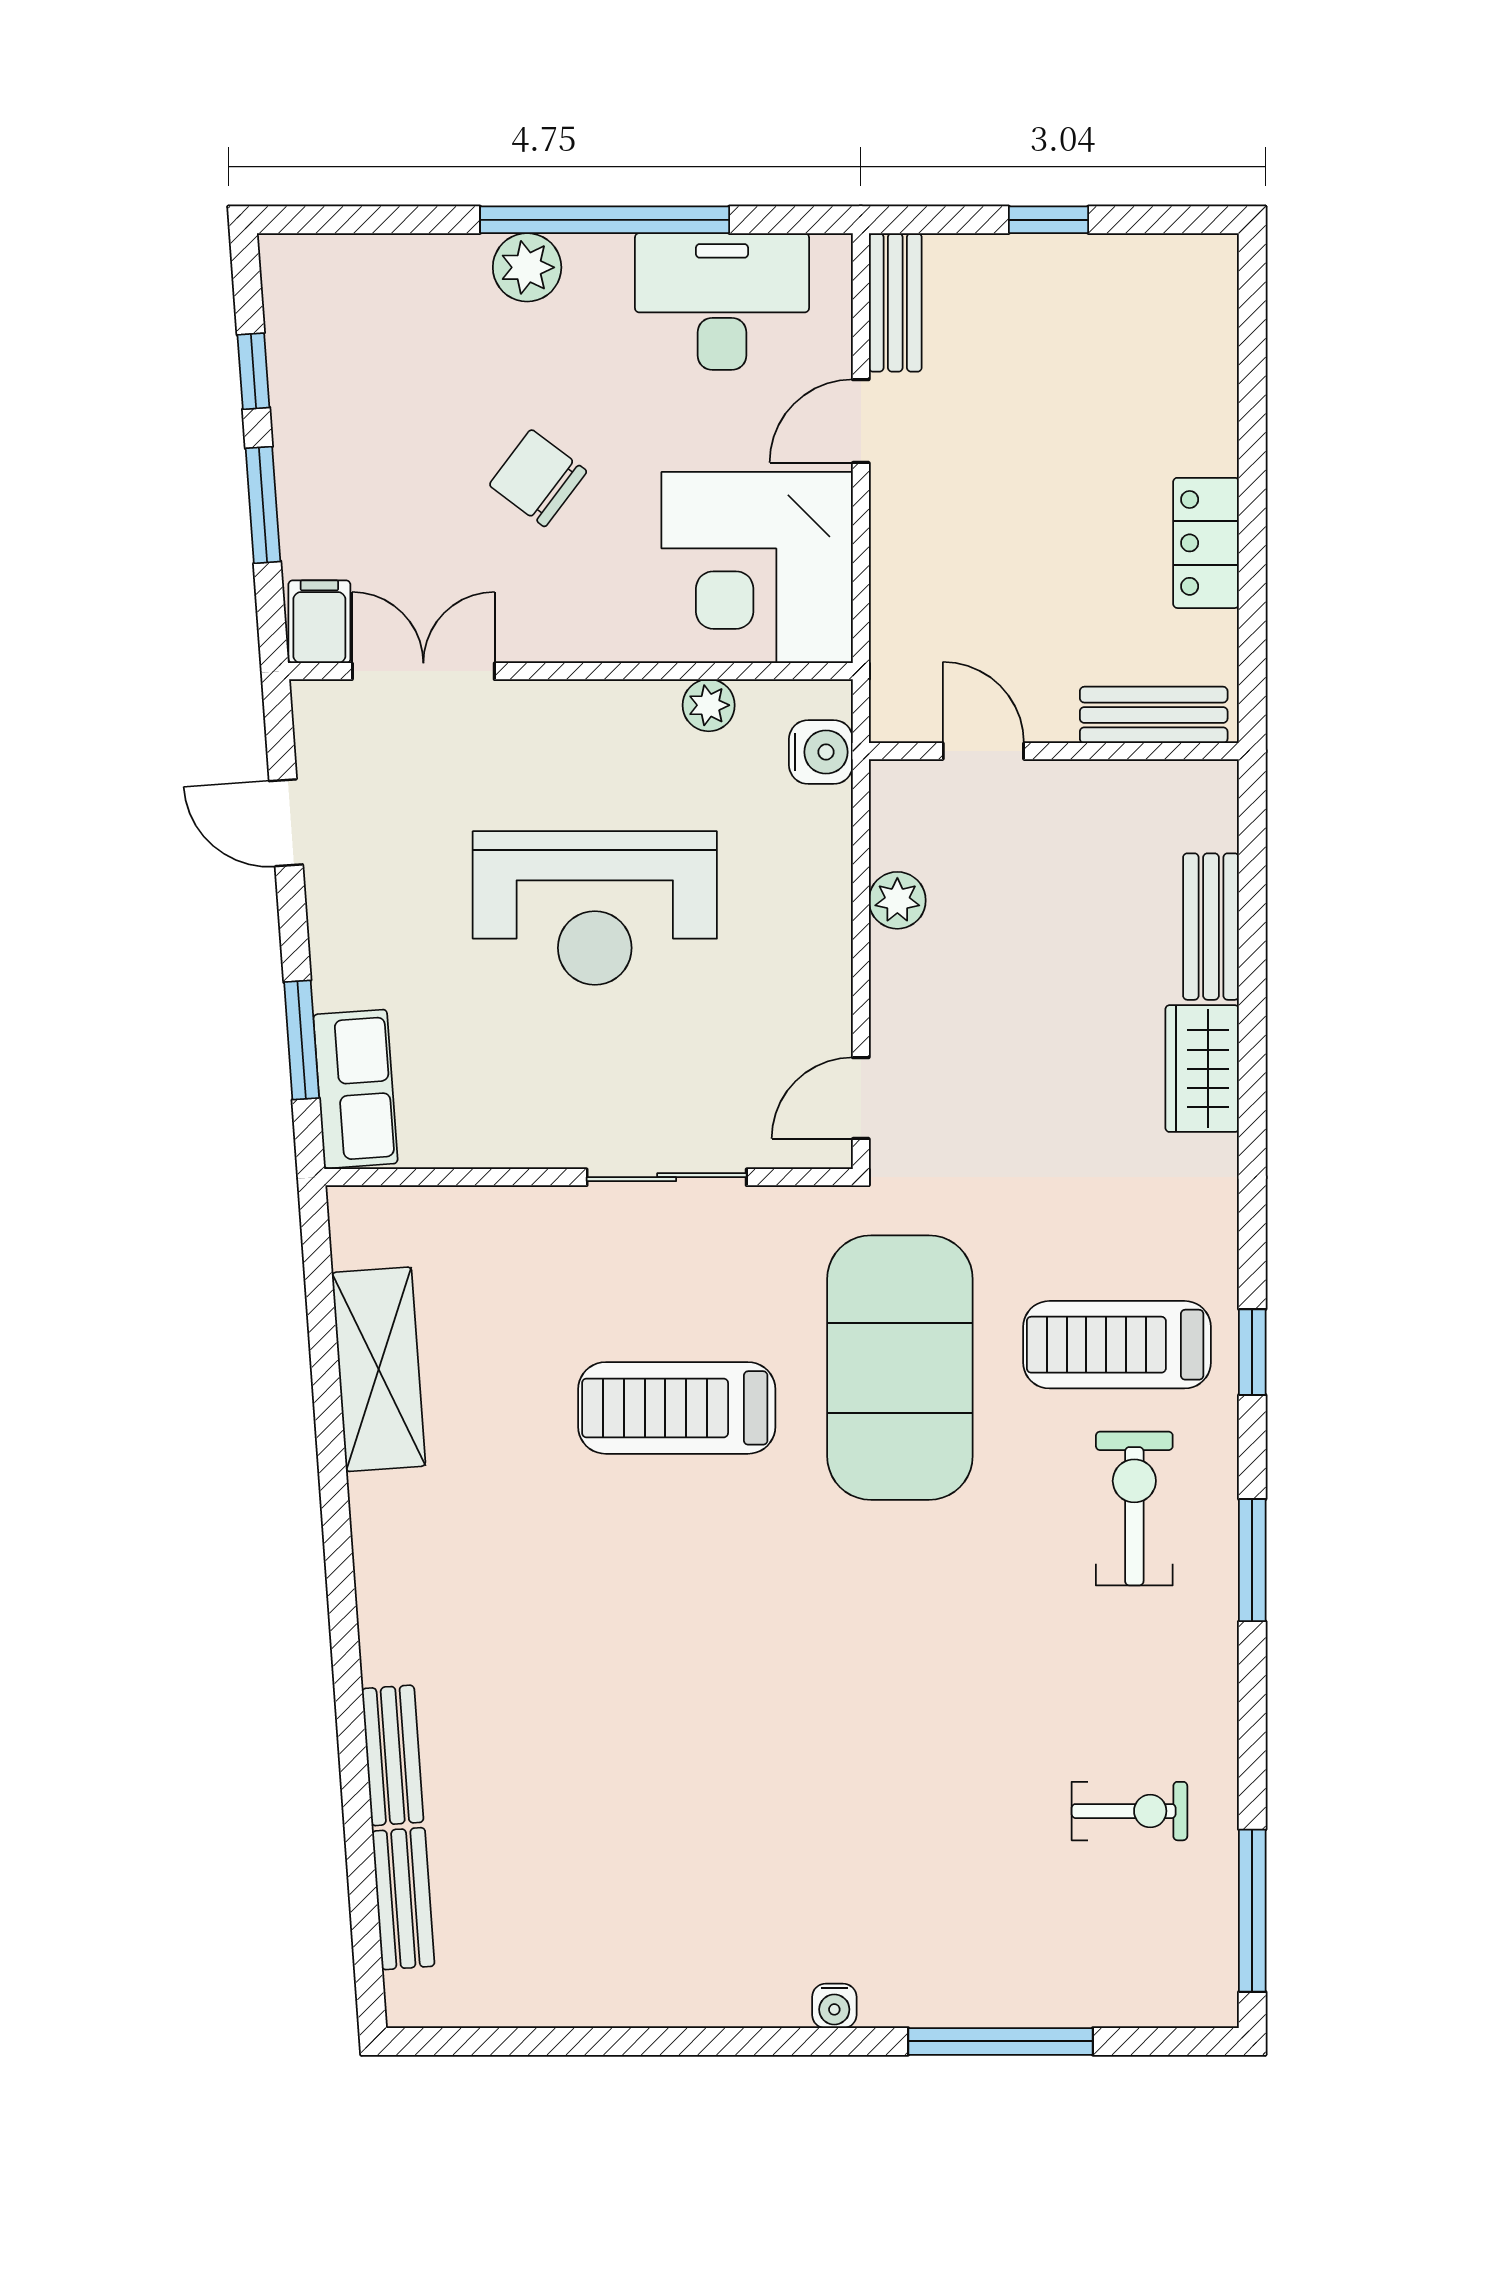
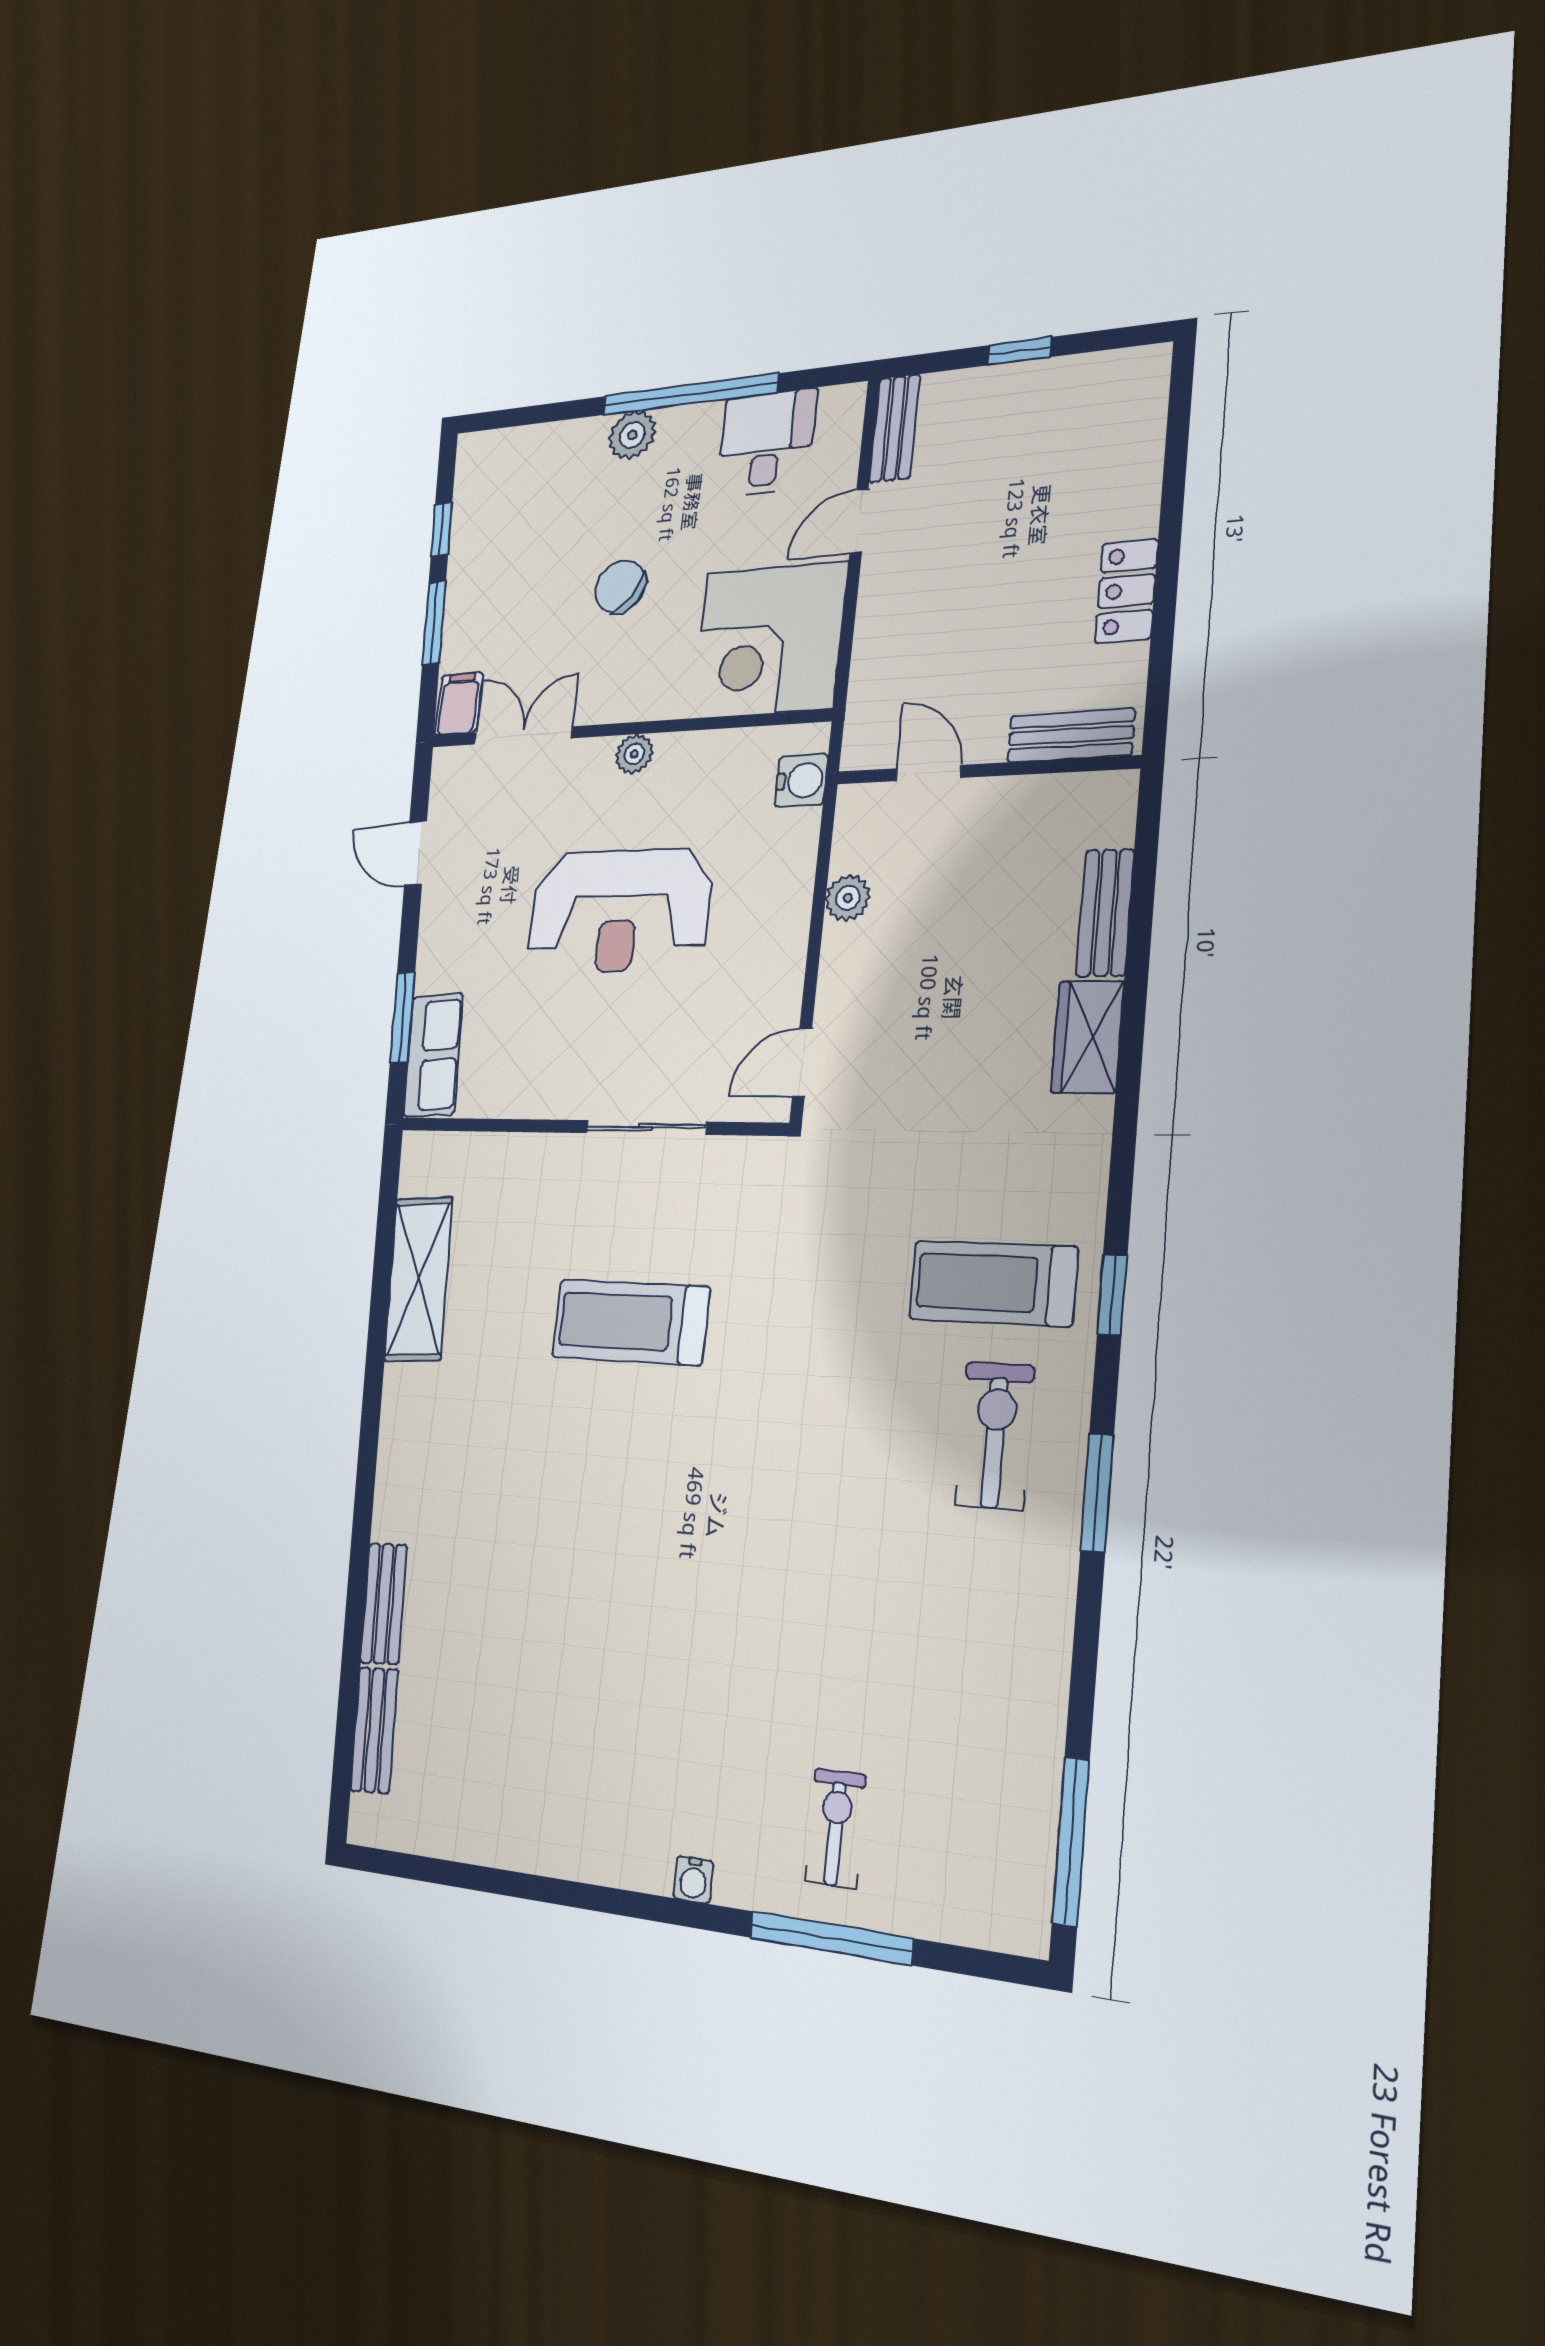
desk: (722, 301) -> (766, 443), width x0.73
plant: (709, 705) -> (634, 754), moved
exercise mat: (900, 1368) -> (809, 1296), removed
exercise bike: (1129, 1811) -> (835, 1828), moved, turned -90

